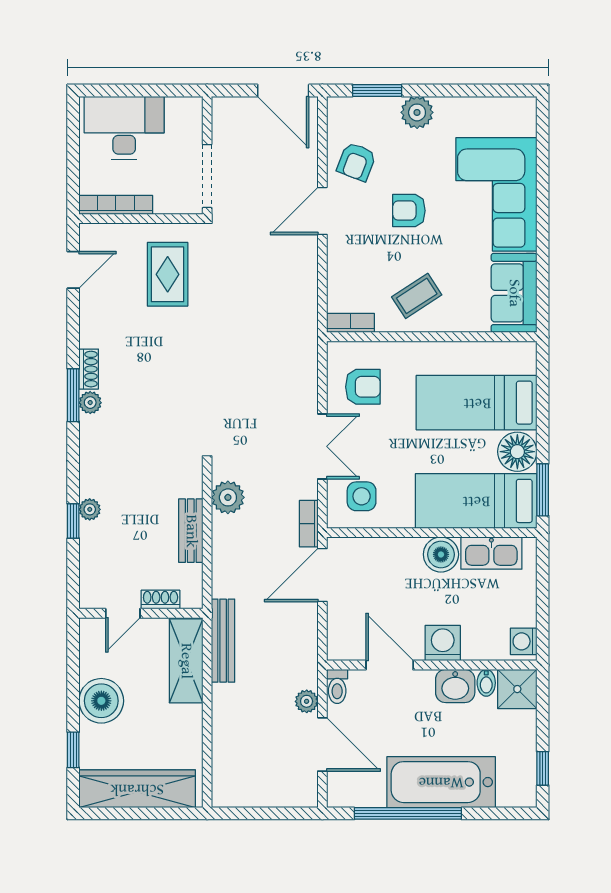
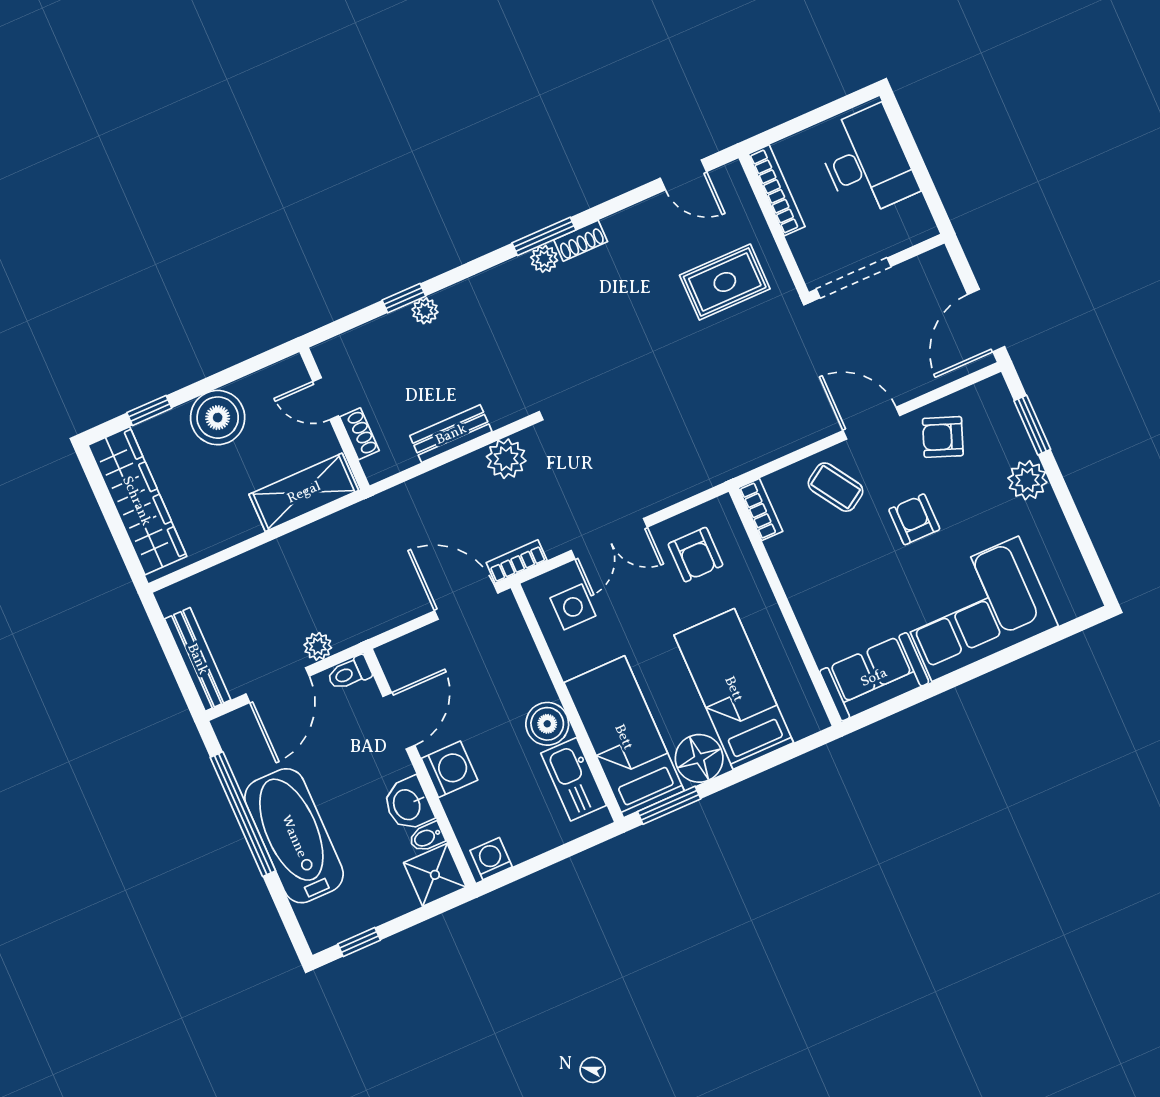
coffee table: (417, 296) -> (836, 487), moved
bench: (223, 641) -> (198, 659), moved, turned 90

